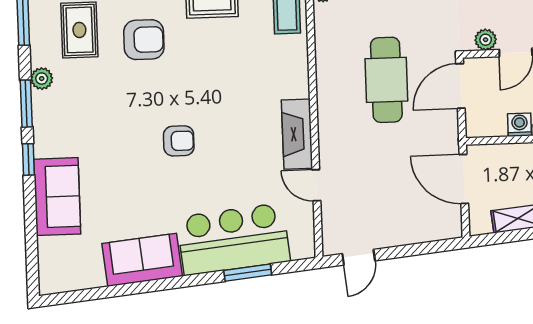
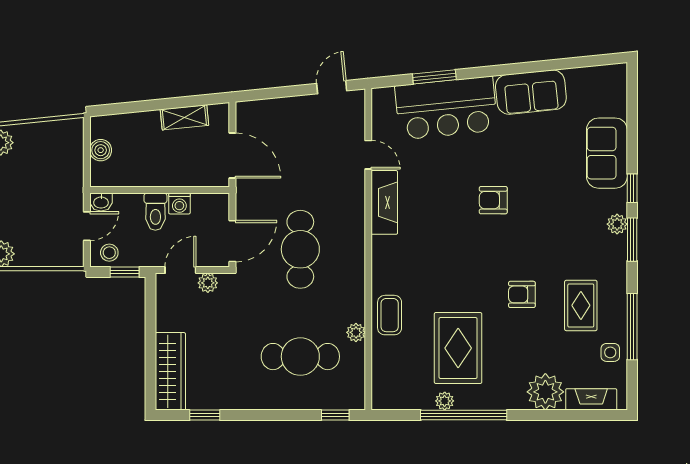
armchair: (144, 40) -> (522, 294), width x0.72, depth x0.72
plant: (42, 79) -> (617, 224), moved

